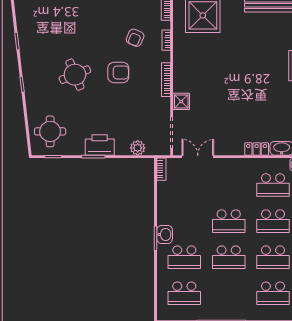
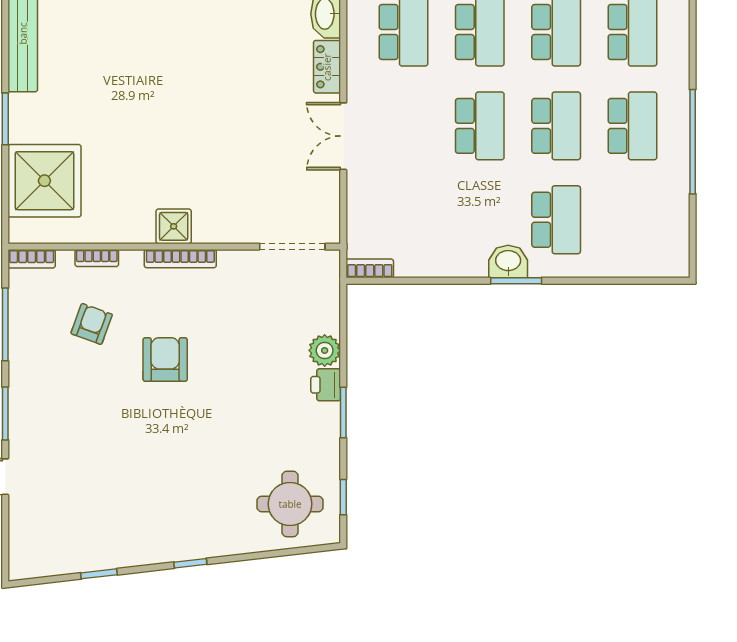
armchair: (135, 38) -> (92, 324), turned -93
round table: (75, 75) -> (170, 451), removed
shower: (181, 101) -> (174, 226), moved
printer: (100, 145) -> (326, 385), width x0.53, depth x0.68
plant: (138, 148) -> (325, 350), moved
double door: (198, 157) -> (343, 136), moved
school desk: (184, 293) -> (632, 126), moved

